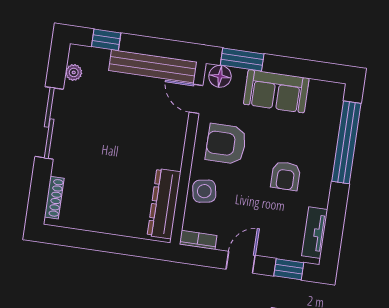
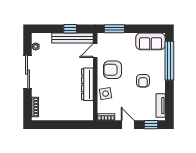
window: (106, 40) -> (70, 29), moved
floor lamp: (220, 76) -> (105, 38), removed
sofa: (276, 91) -> (151, 41), moved
door: (196, 99) -> (95, 51), hinge flipped
dresser: (164, 204) -> (87, 84), moved
door: (241, 262) -> (128, 125), hinge flipped

